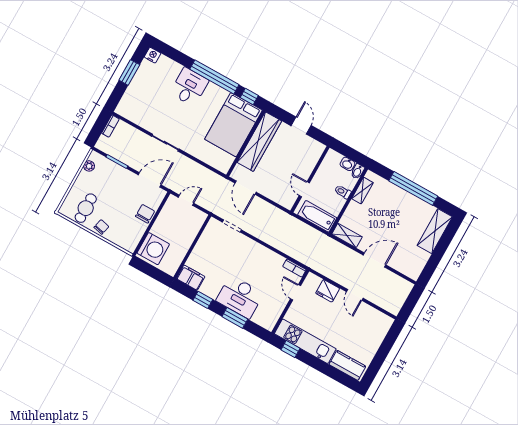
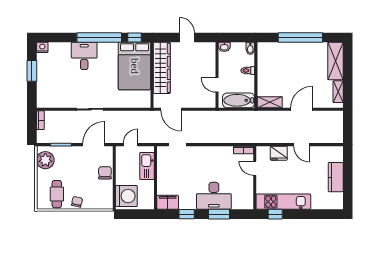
washbasin: (347, 164) -> (224, 47), moved
plant: (89, 166) -> (45, 160), width x1.87, depth x1.87
shelving: (362, 191) -> (338, 92), moved
kitchen sink: (190, 230) -> (147, 166), added
kitchen counter: (347, 365) -> (336, 177), moved, turned -90

